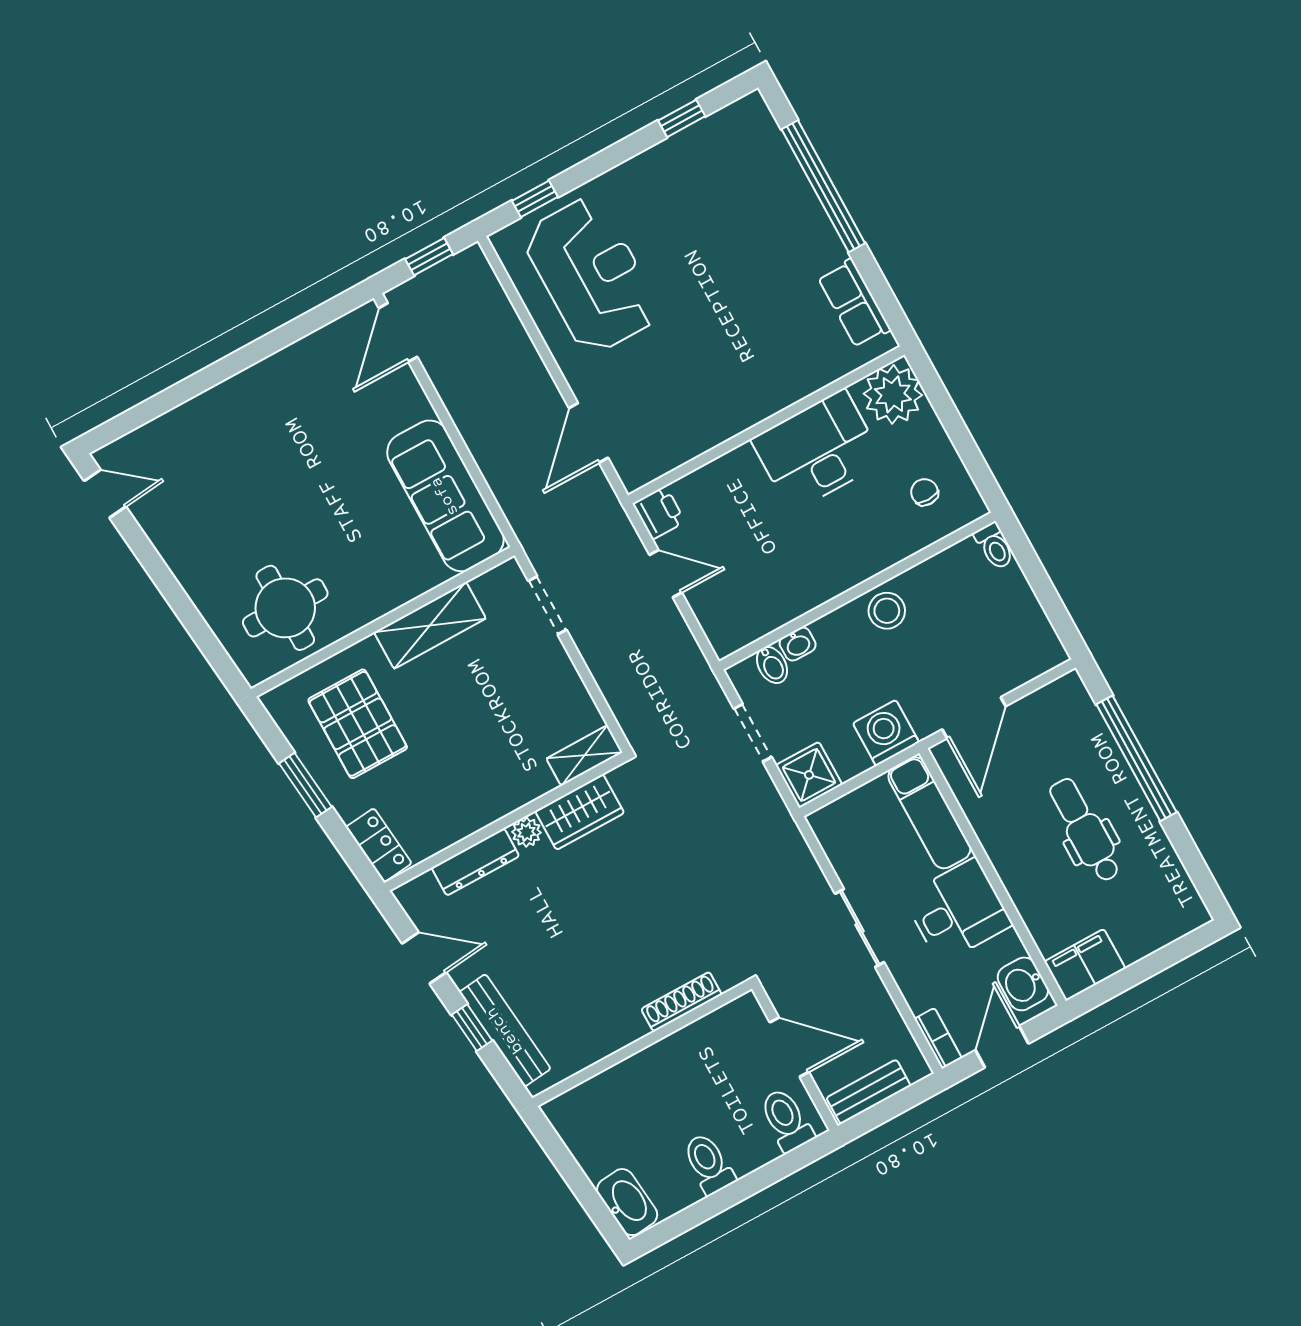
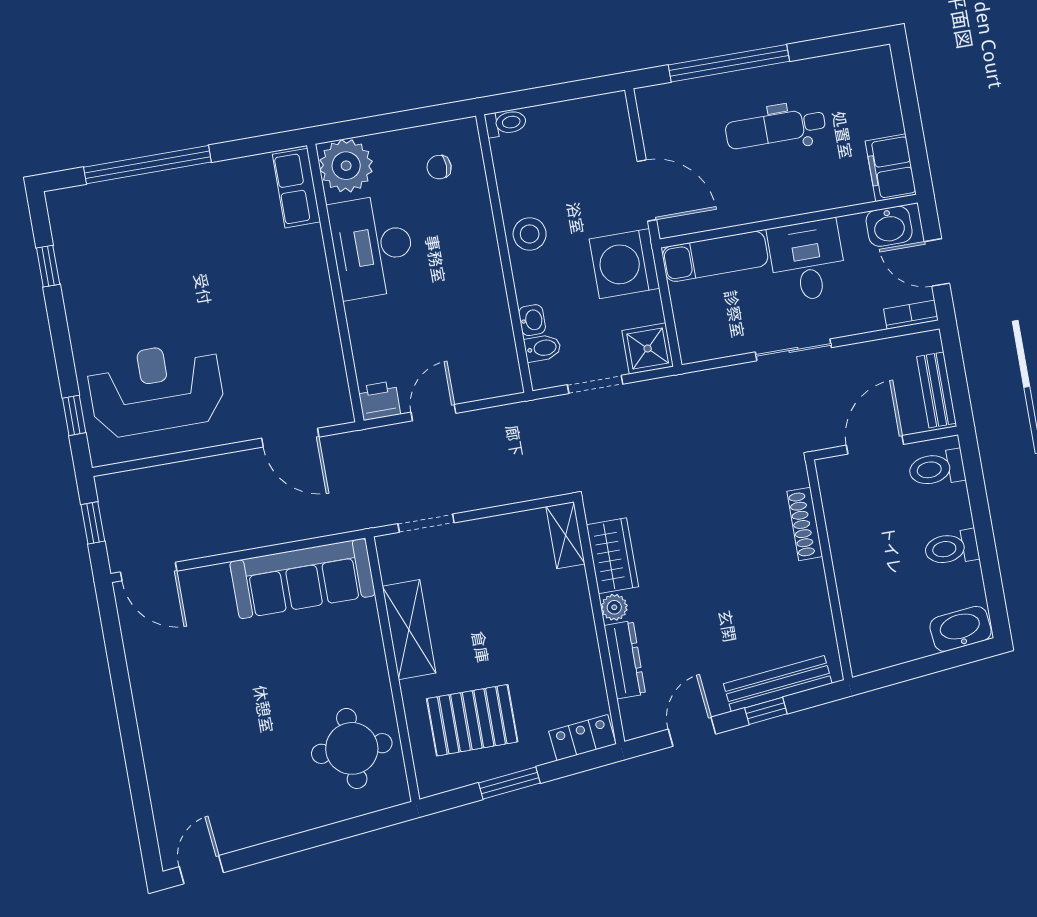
row of seats: (854, 303) -> (296, 188), moved, turned 90
washing machine: (886, 733) -> (624, 264), width x1.37, depth x1.37

